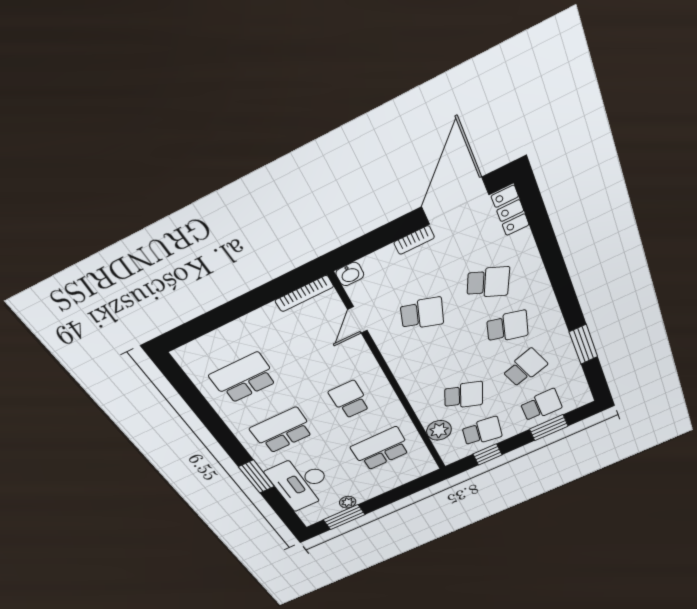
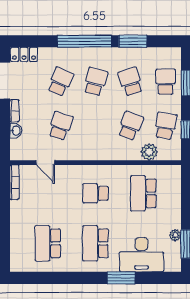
washbasin: (350, 274) -> (16, 131), moved
window: (562, 285) -> (84, 41), added

